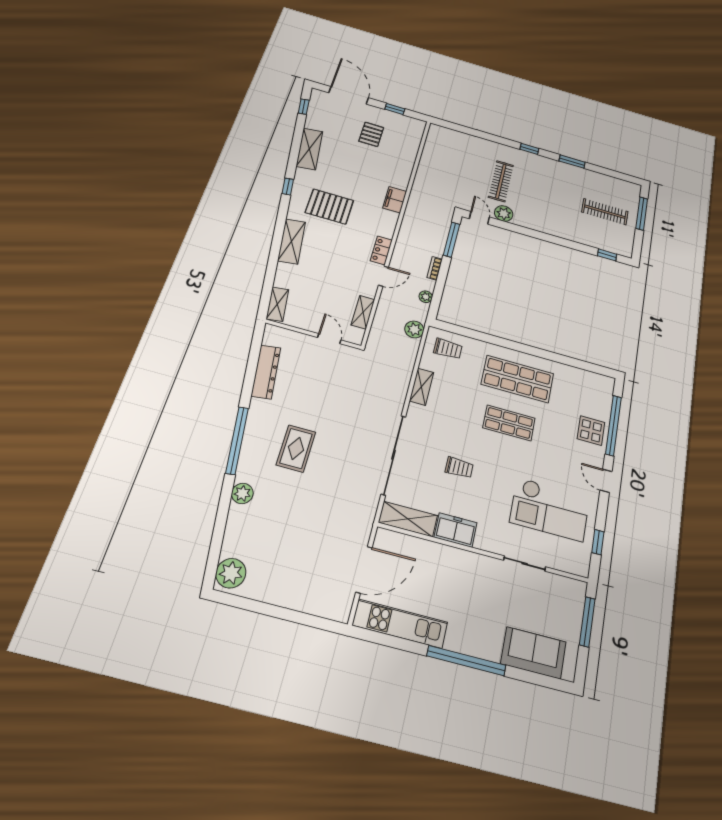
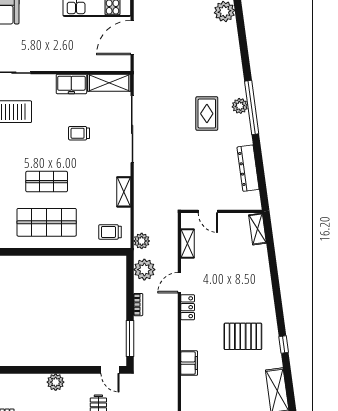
plant: (504, 213) -> (56, 382), moved
shelving: (292, 241) -> (264, 291), removed
plant: (426, 297) -> (144, 270), width x1.88, depth x1.88
plant: (242, 493) -> (240, 106), moved

